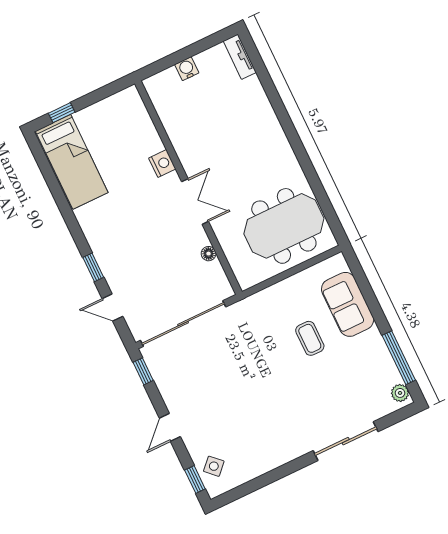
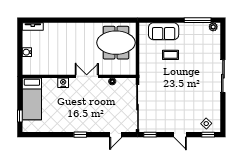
bed: (72, 162) -> (32, 99), moved, turned 90
meeting table: (284, 226) -> (116, 43), turned 90
window: (93, 267) -> (80, 135), moved
sliding door: (346, 441) -> (223, 76), moved

